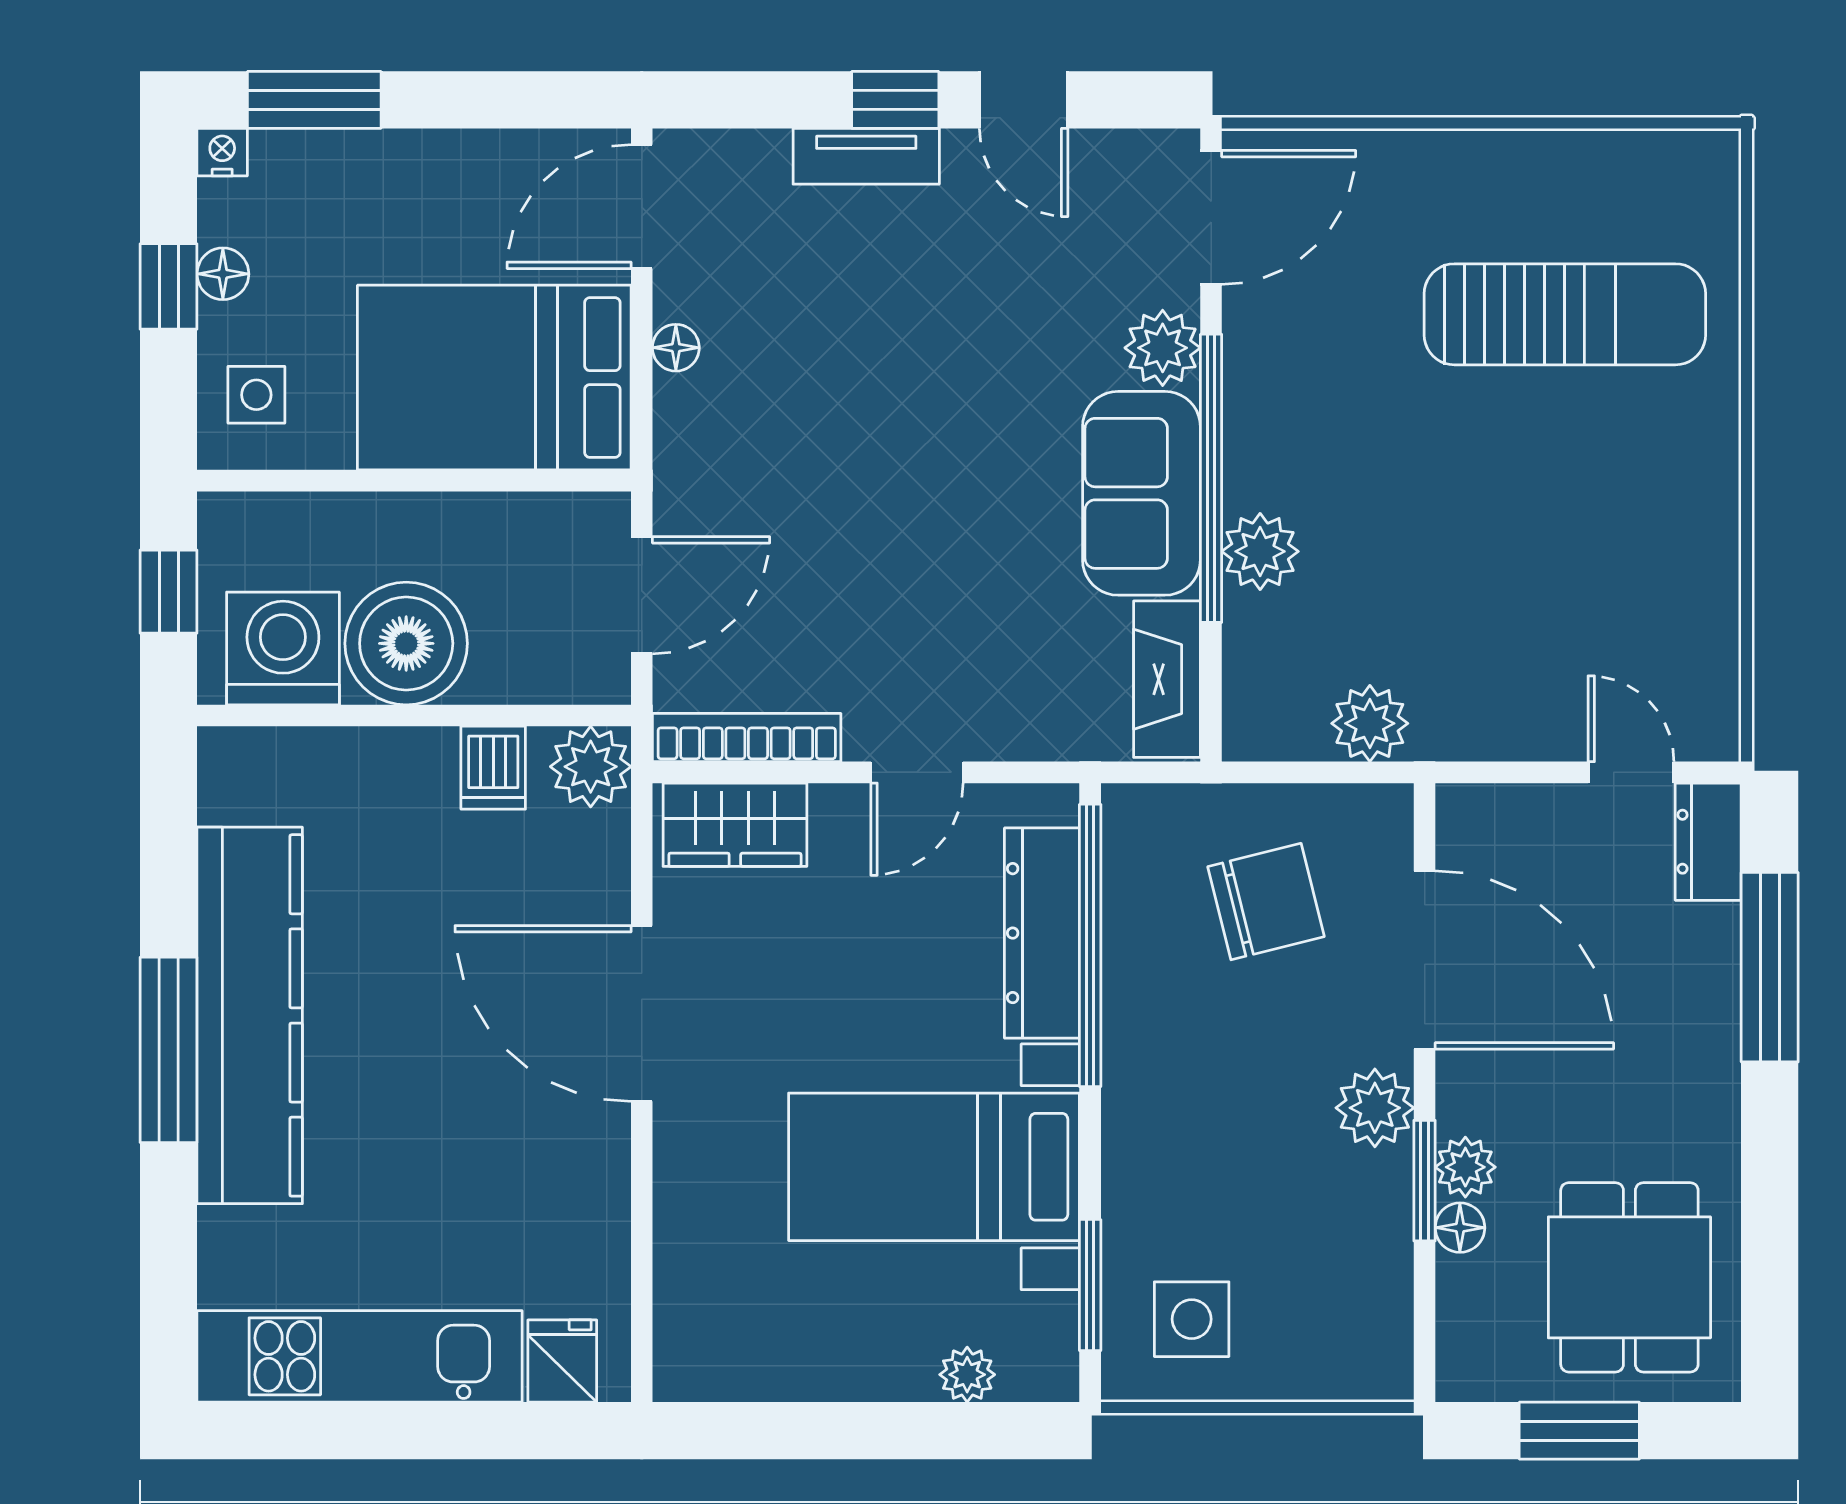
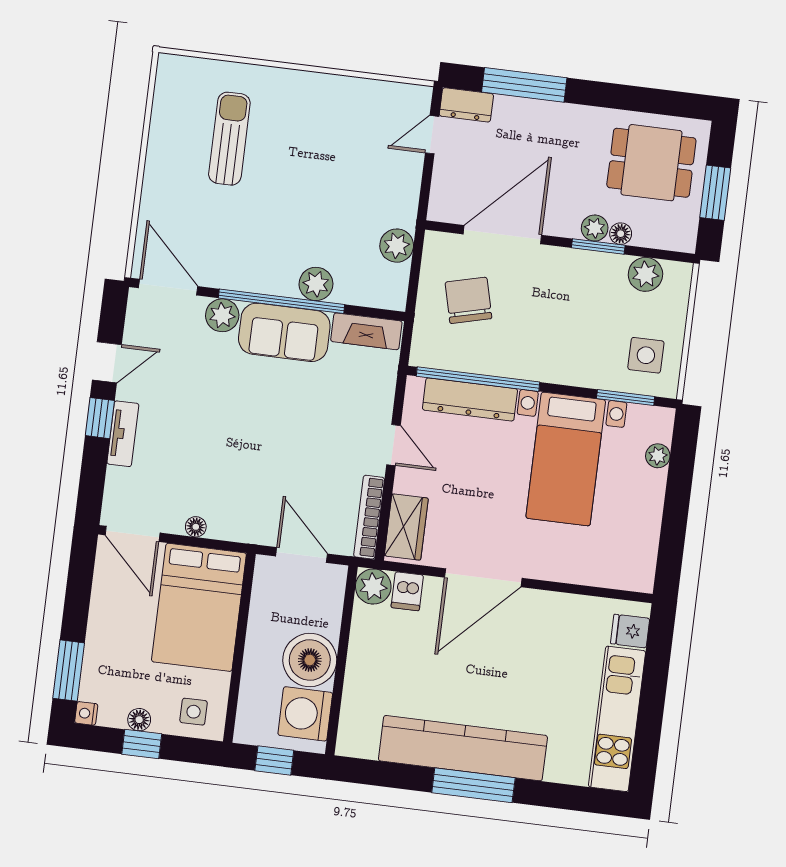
sun lounger: (1565, 314) -> (229, 139), width x0.73, depth x0.75
dishwasher: (493, 768) -> (407, 591), moved, turned 90
plant: (1375, 1108) -> (645, 274), moved

